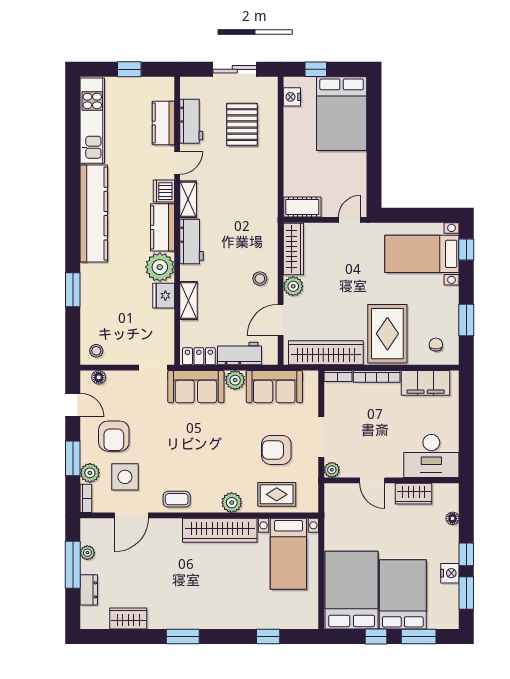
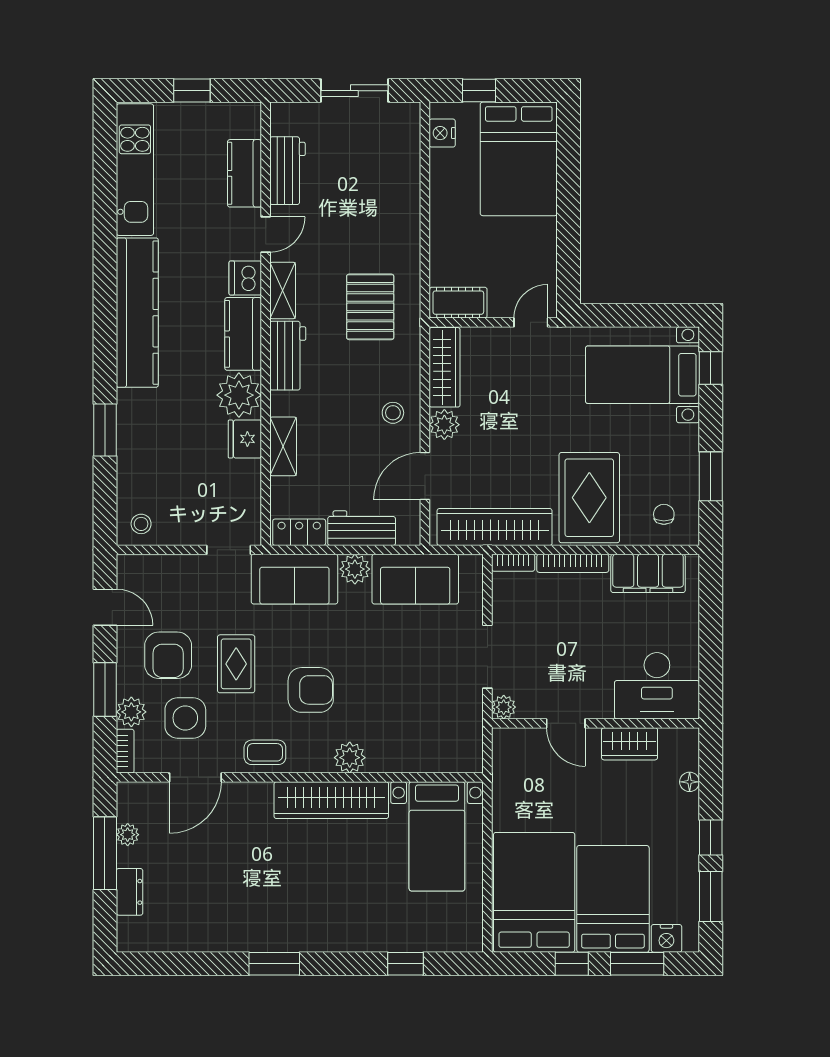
pallet: (242, 125) -> (370, 307), moved
floor lamp: (99, 377) -> (145, 565), removed
armchair: (276, 450) -> (311, 690), moved, turned 180
rug: (277, 494) -> (236, 664), moved, turned 90
nightstand: (450, 573) -> (666, 938), moved, turned 90
wardrobe: (128, 618) -> (191, 936), removed

